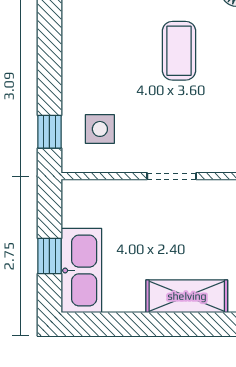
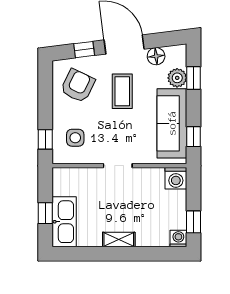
armchair: (104, 41) -> (78, 86), added
shelving: (187, 296) -> (119, 239), width x0.67, depth x0.75

